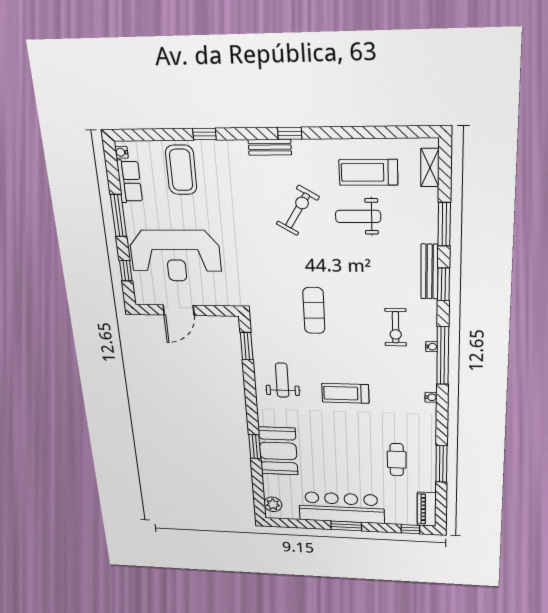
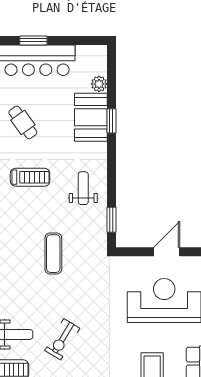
weight bench: (282, 380) -> (83, 188), turned 180
cafe table: (356, 449) -> (23, 122), added
plant: (273, 504) -> (99, 84), moved

